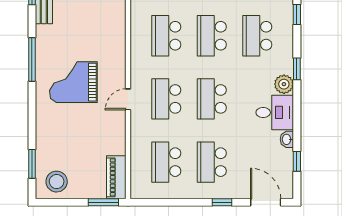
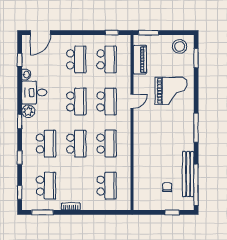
grand piano: (73, 82) -> (171, 91), moved
piano: (116, 177) -> (140, 60), moved
window: (222, 202) -> (112, 33), moved
door: (266, 202) -> (40, 33), hinge flipped

